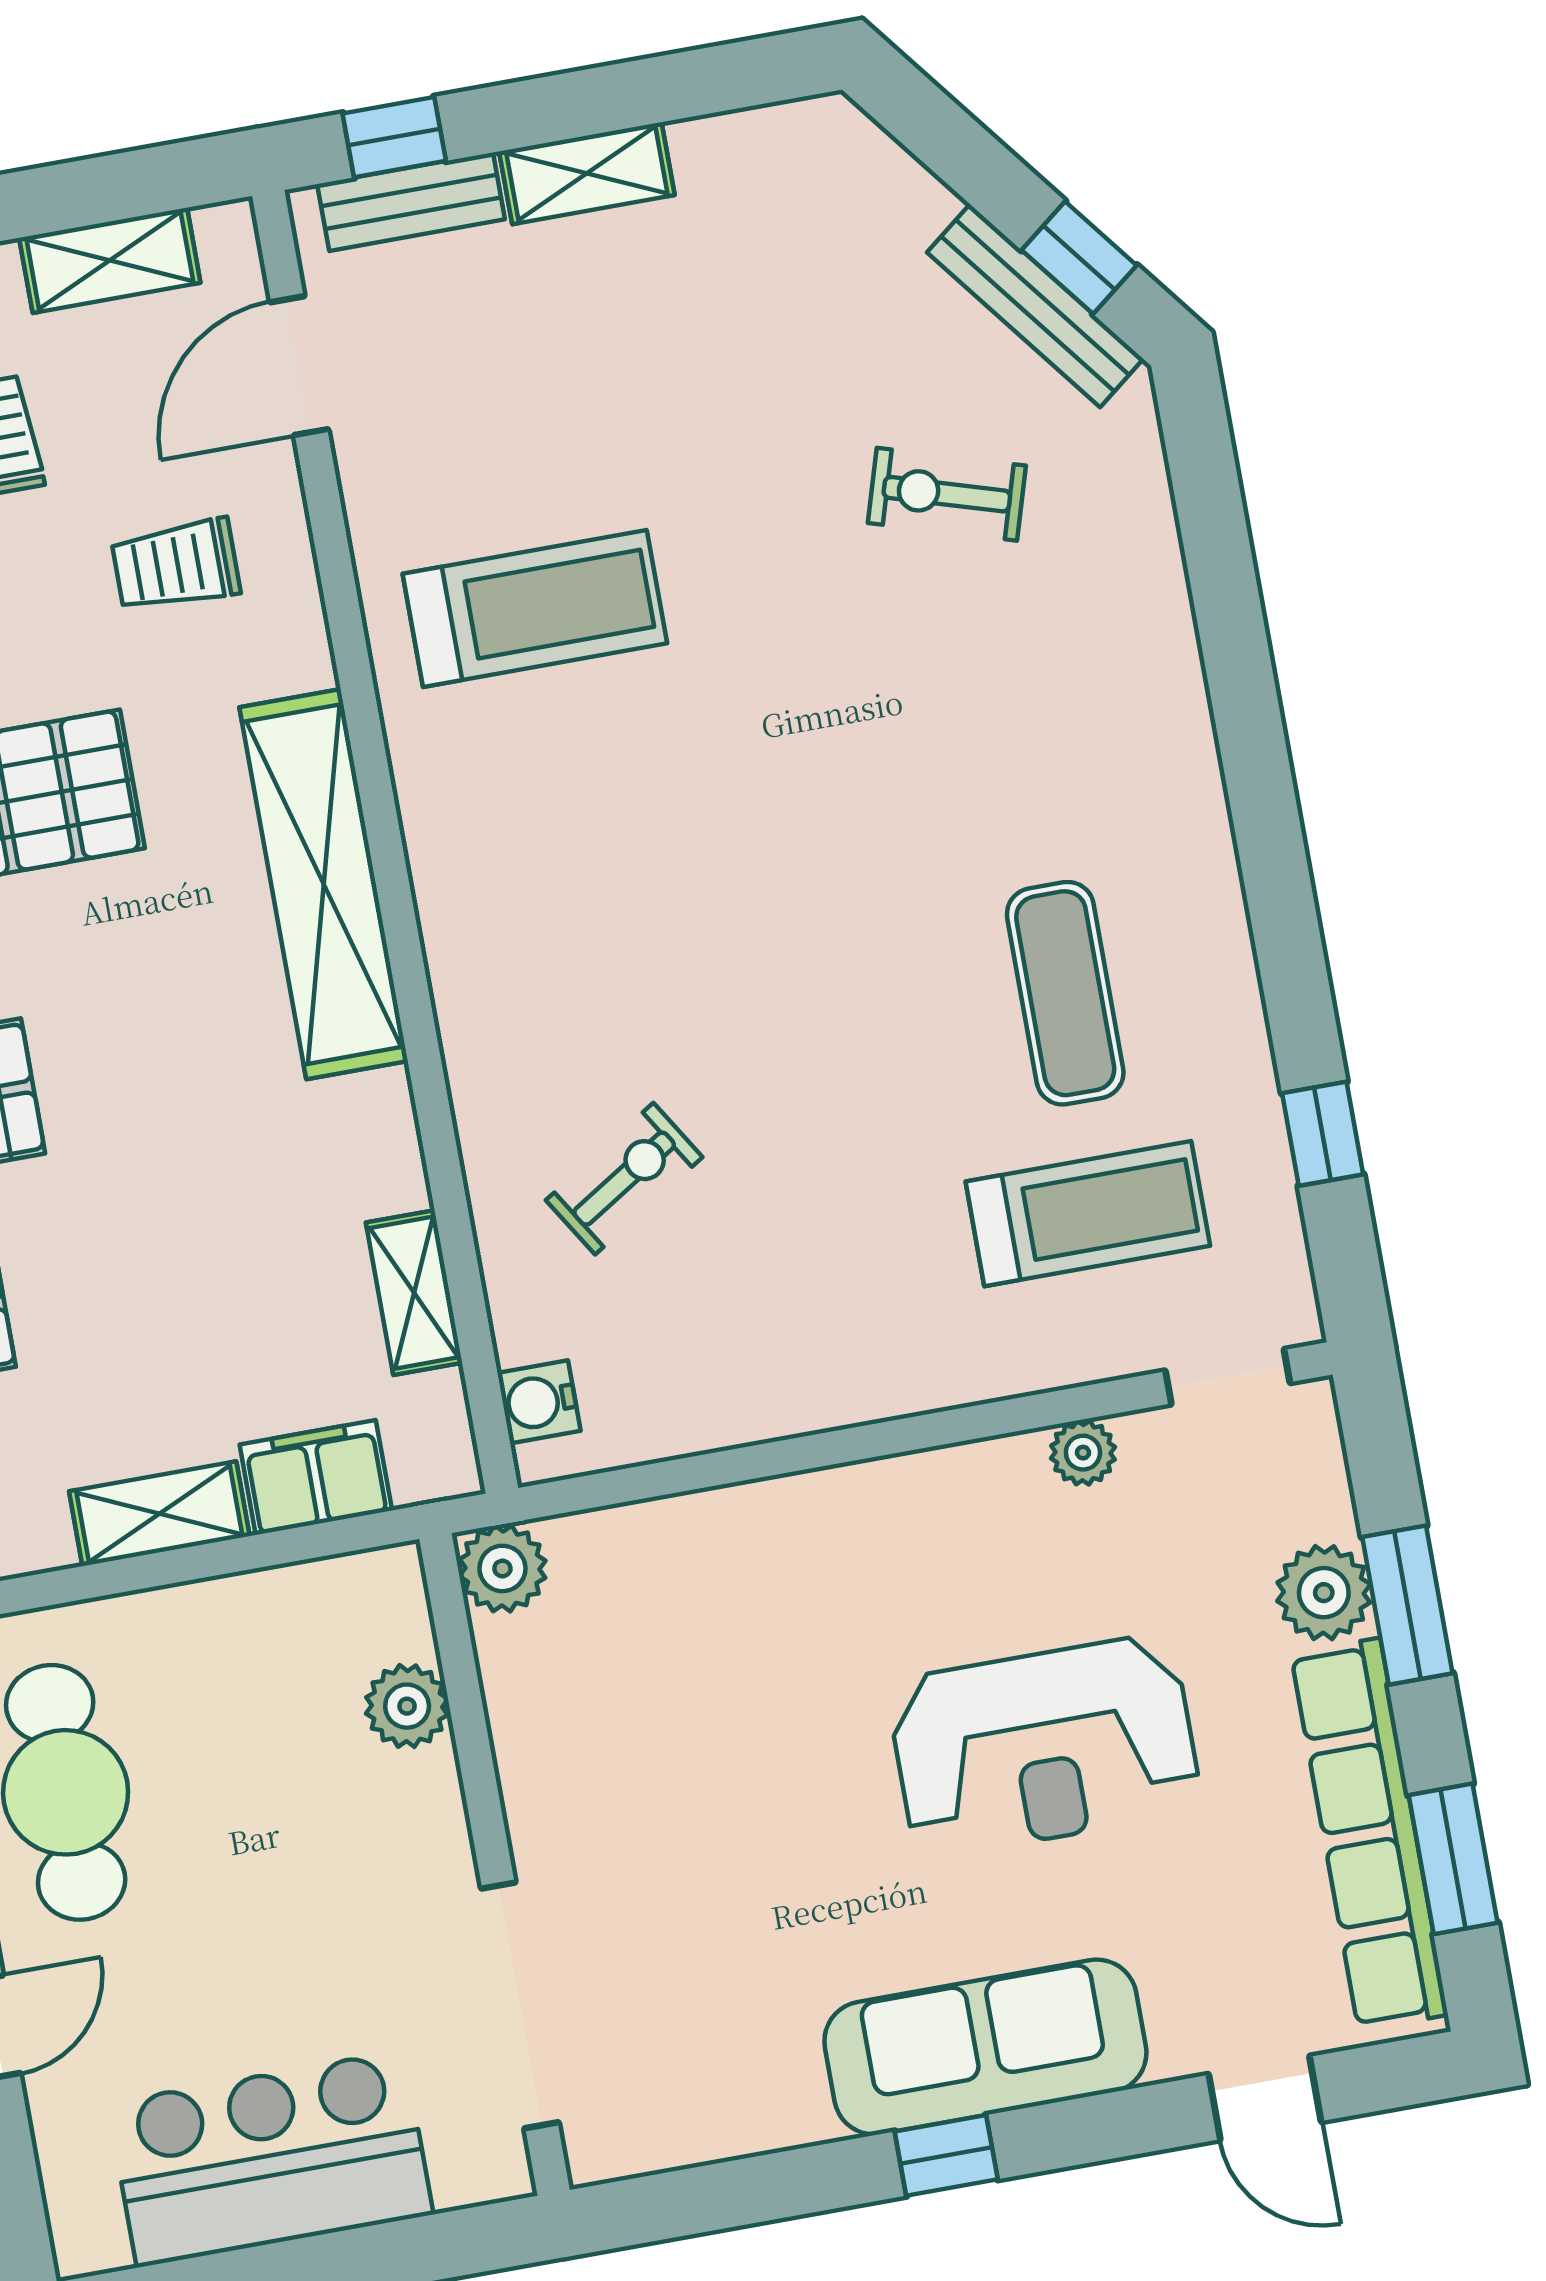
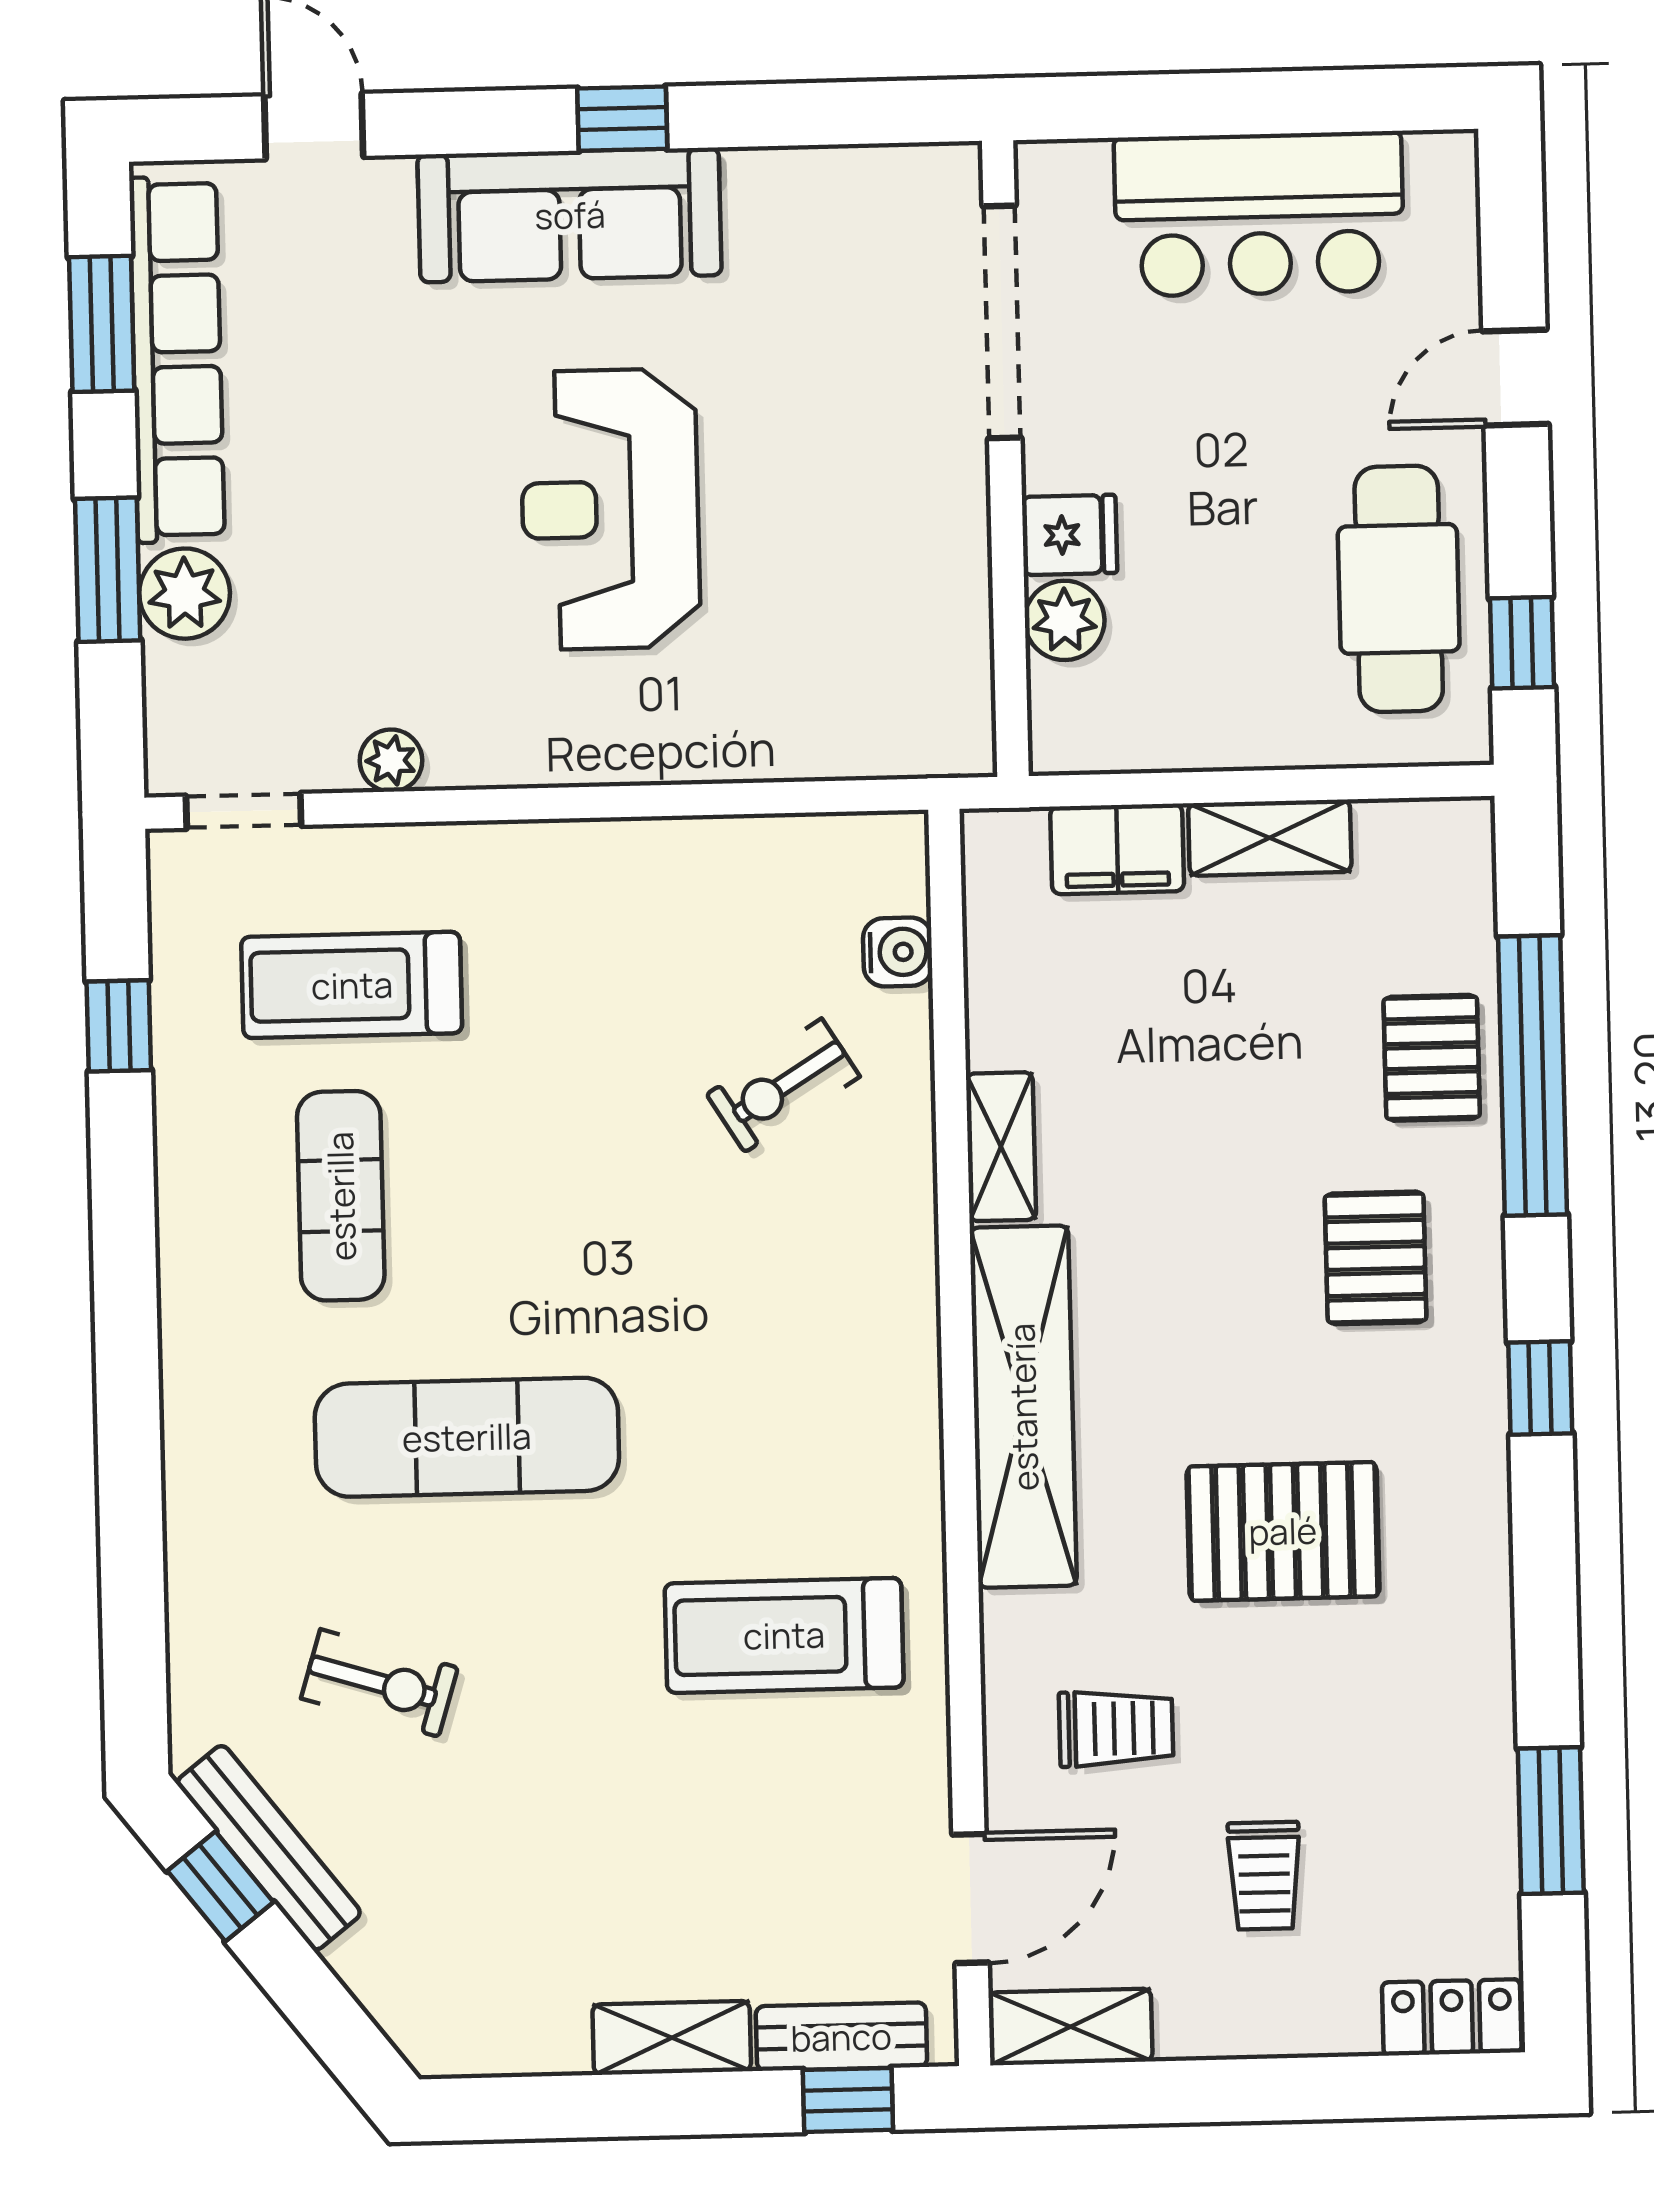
shelving: (110, 260) -> (1070, 2027), moved
exercise mat: (896, 763) -> (467, 1437), added
shelving: (414, 1293) -> (1001, 1147), moved
water cooler: (539, 1402) -> (898, 952), moved
plant: (502, 1568) -> (955, 736), removed
reception desk: (1044, 1746) -> (610, 509), moved, turned -90
fridge: (416, 1796) -> (1069, 535), added

